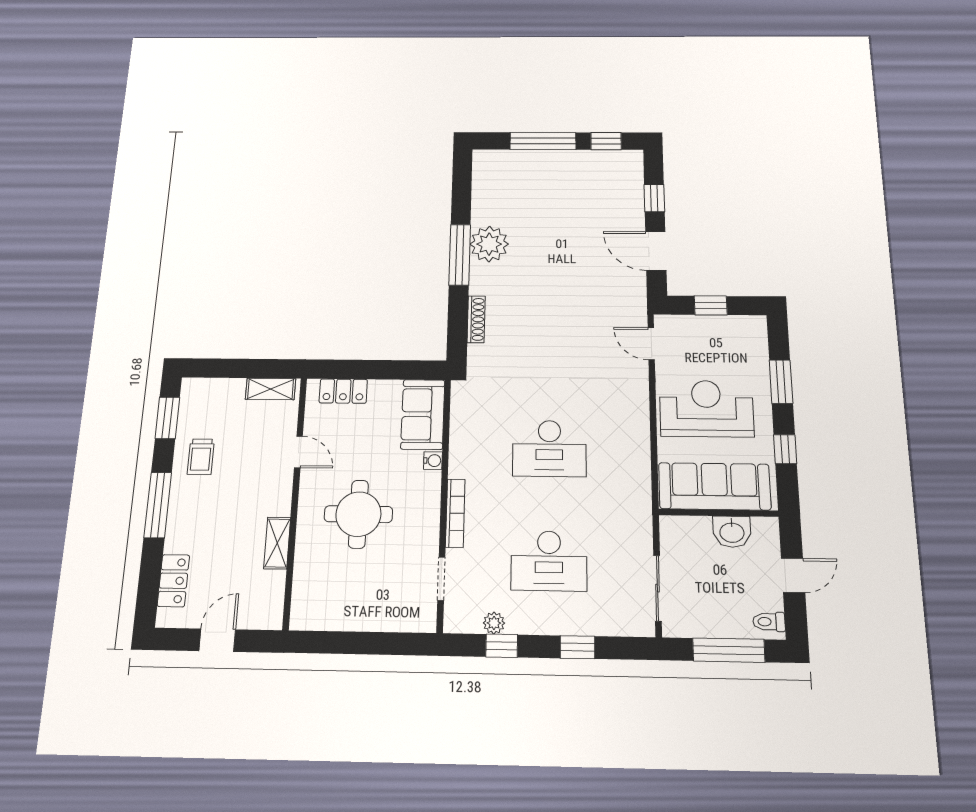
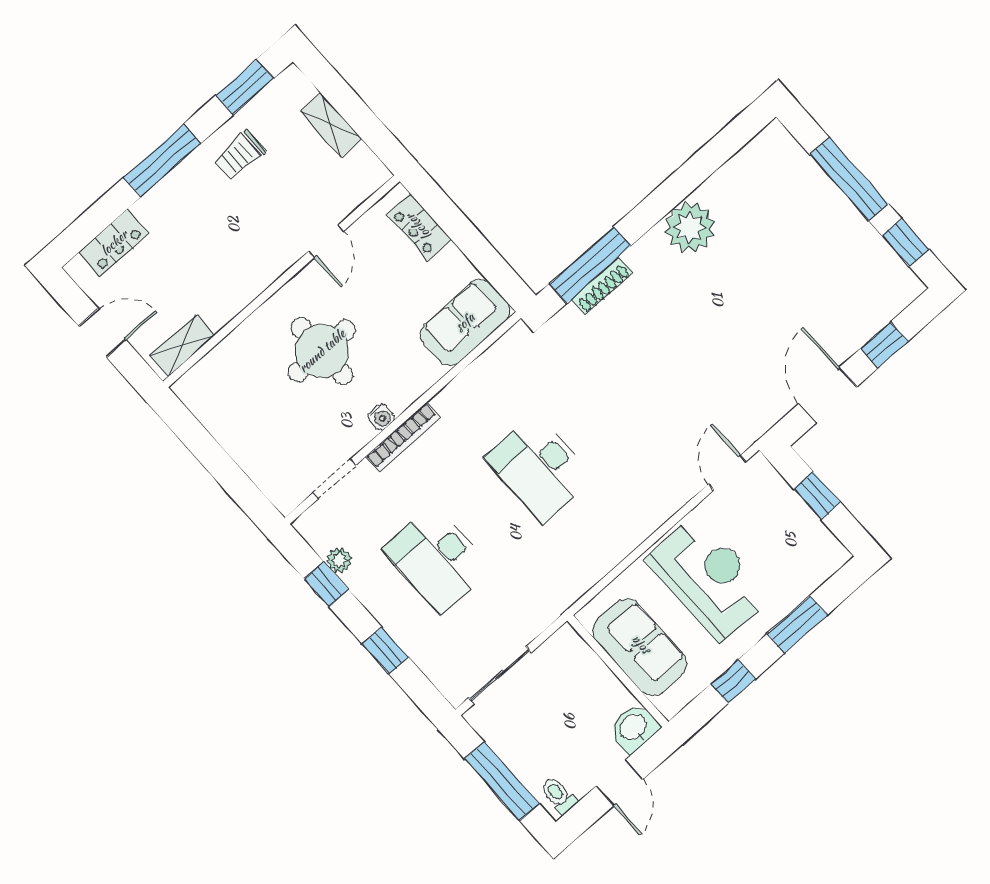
window: (460, 255) -> (590, 265), moved
shelving: (271, 389) -> (331, 125), moved
water cooler: (433, 461) -> (381, 417), moved
sofa: (714, 486) -> (640, 647), width x0.73
washbasin: (732, 532) -> (634, 728), moved, turned 90
shelving: (277, 543) -> (182, 346), moved
door: (793, 575) -> (620, 783), hinge flipped

